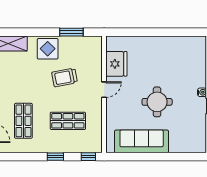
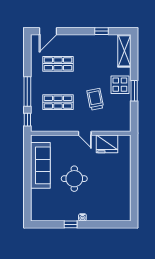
window: (71, 32) -> (134, 91), moved
shop shelf: (68, 121) -> (58, 102), turned 90
window: (55, 157) -> (27, 91), width x2.17

